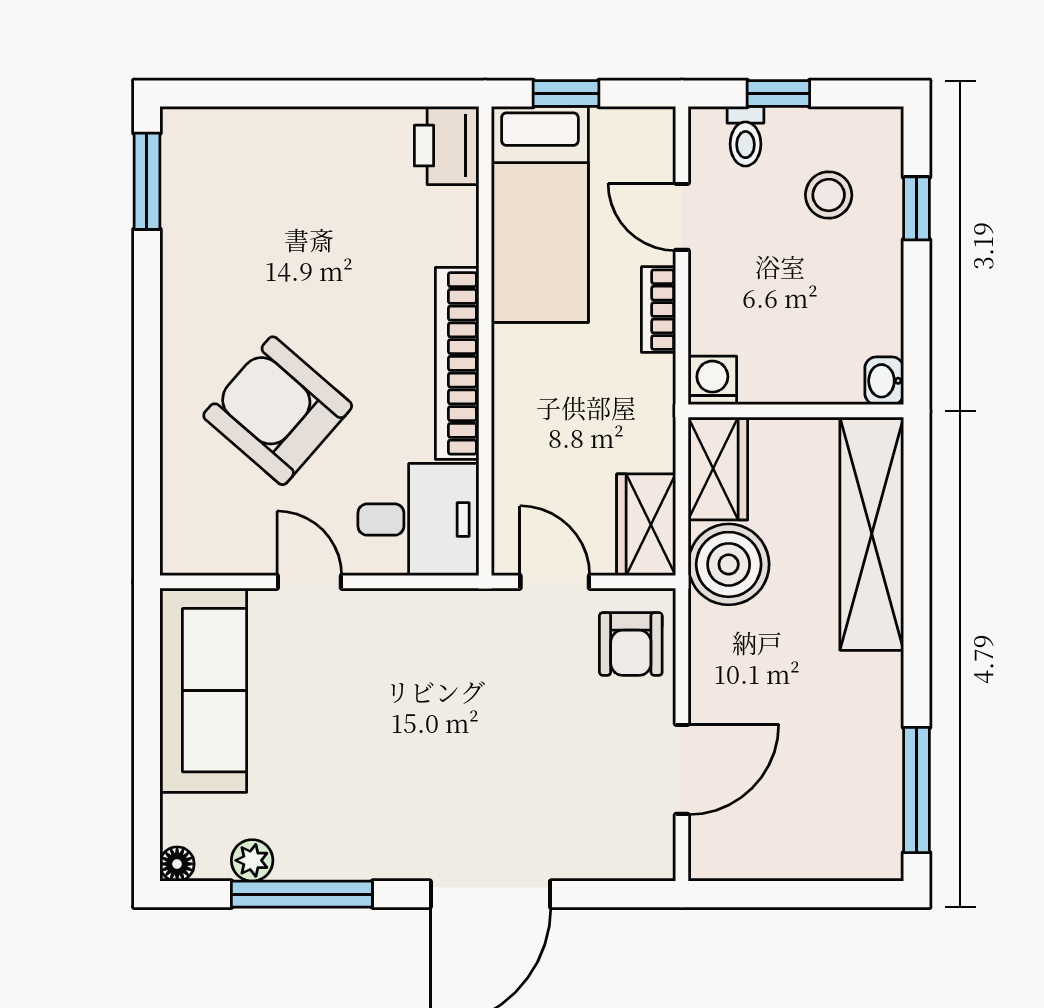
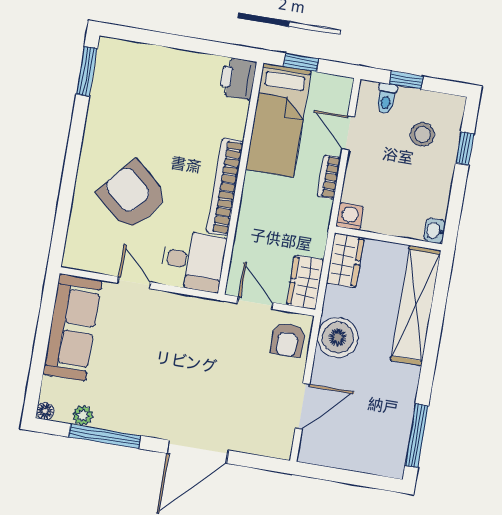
boiler: (729, 564) -> (338, 338), moved

